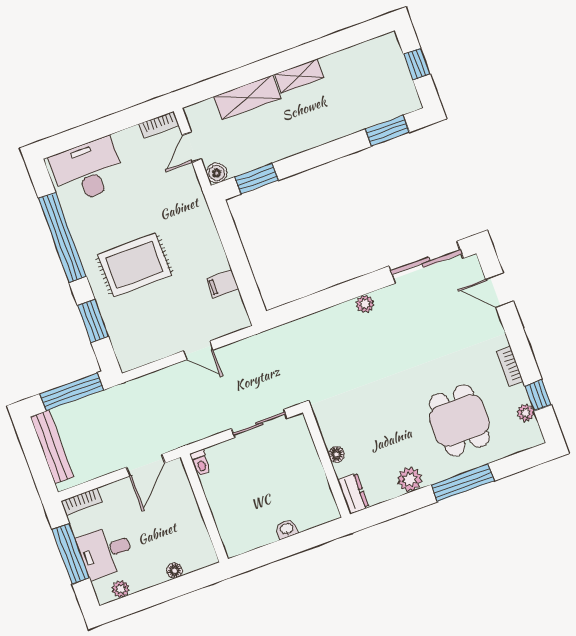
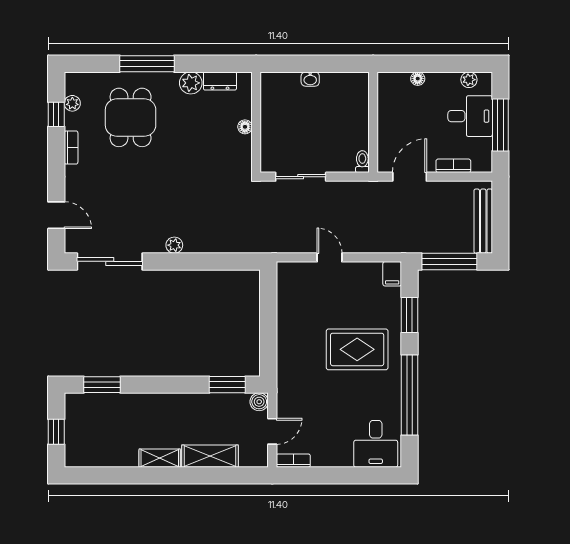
desk: (87, 170) -> (376, 444), width x0.73
filing cabinet: (222, 284) -> (392, 274), moved, turned 90
dresser: (353, 493) -> (220, 81), moved, turned -90
bookcase: (81, 502) -> (453, 166), moved

